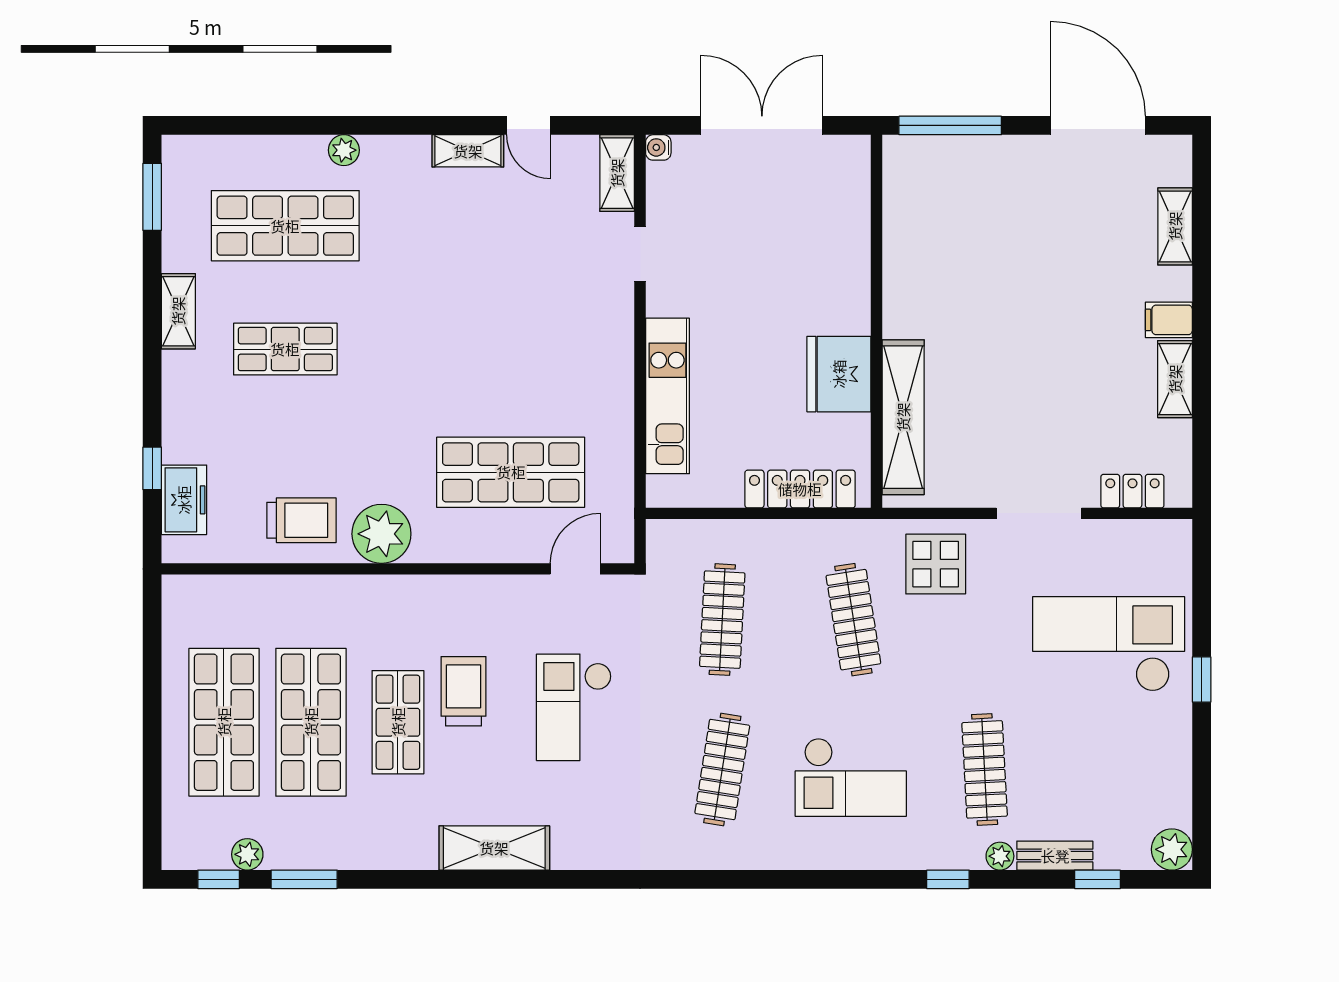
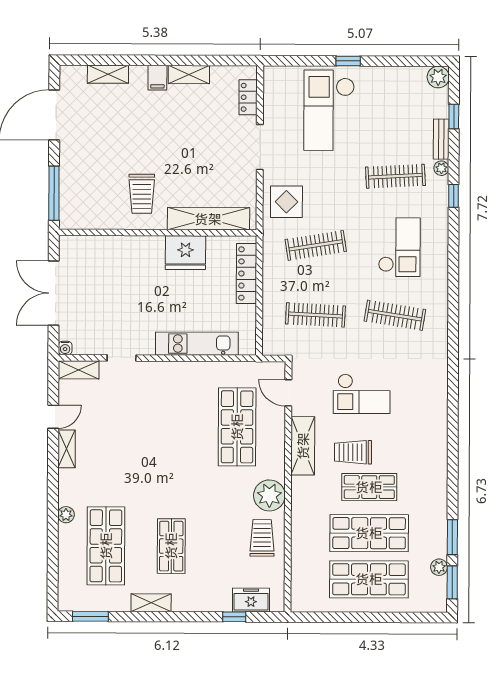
trolley: (950, 291) -> (142, 194), added
shelving: (494, 848) -> (303, 446), moved
window: (219, 879) -> (452, 582), width x1.50

